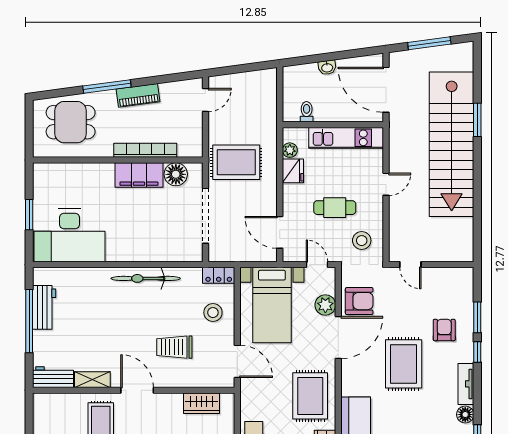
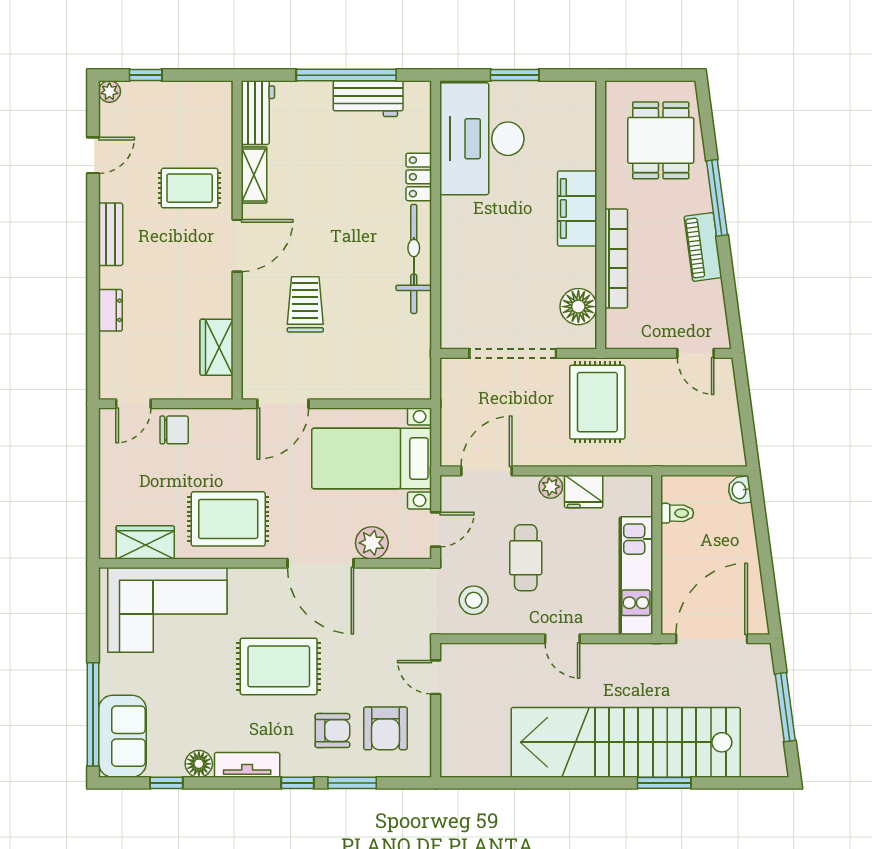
washbasin: (327, 67) -> (740, 490), moved
plant: (290, 150) -> (551, 487), moved
filing cabinet: (139, 175) -> (577, 208), moved
door: (410, 265) -> (436, 677), hinge flipped
locker: (219, 275) -> (419, 177), moved
armchair: (359, 301) -> (385, 728), moved
stool: (213, 313) -> (360, 365), removed

